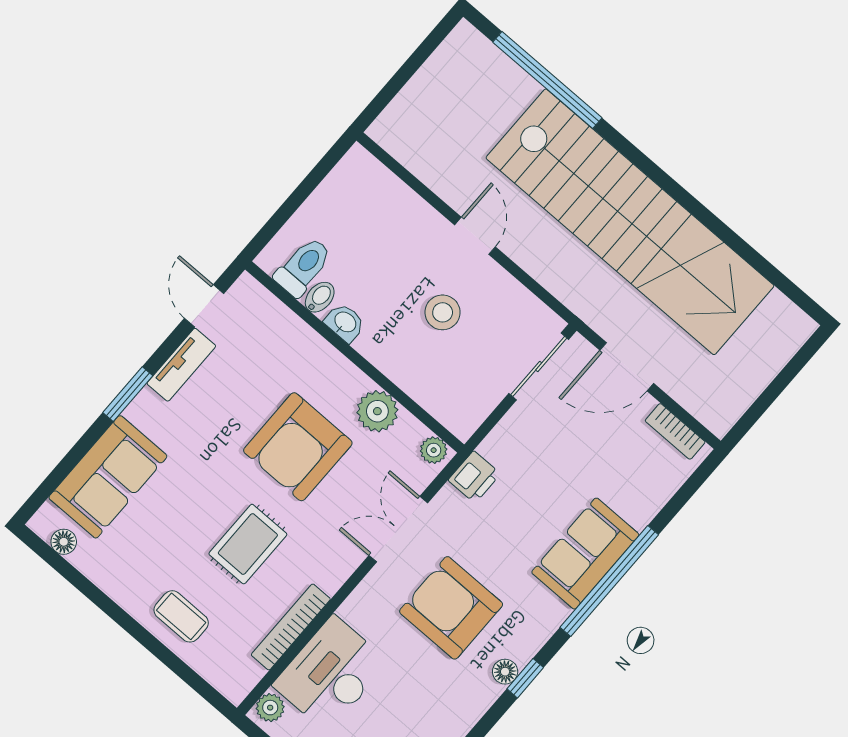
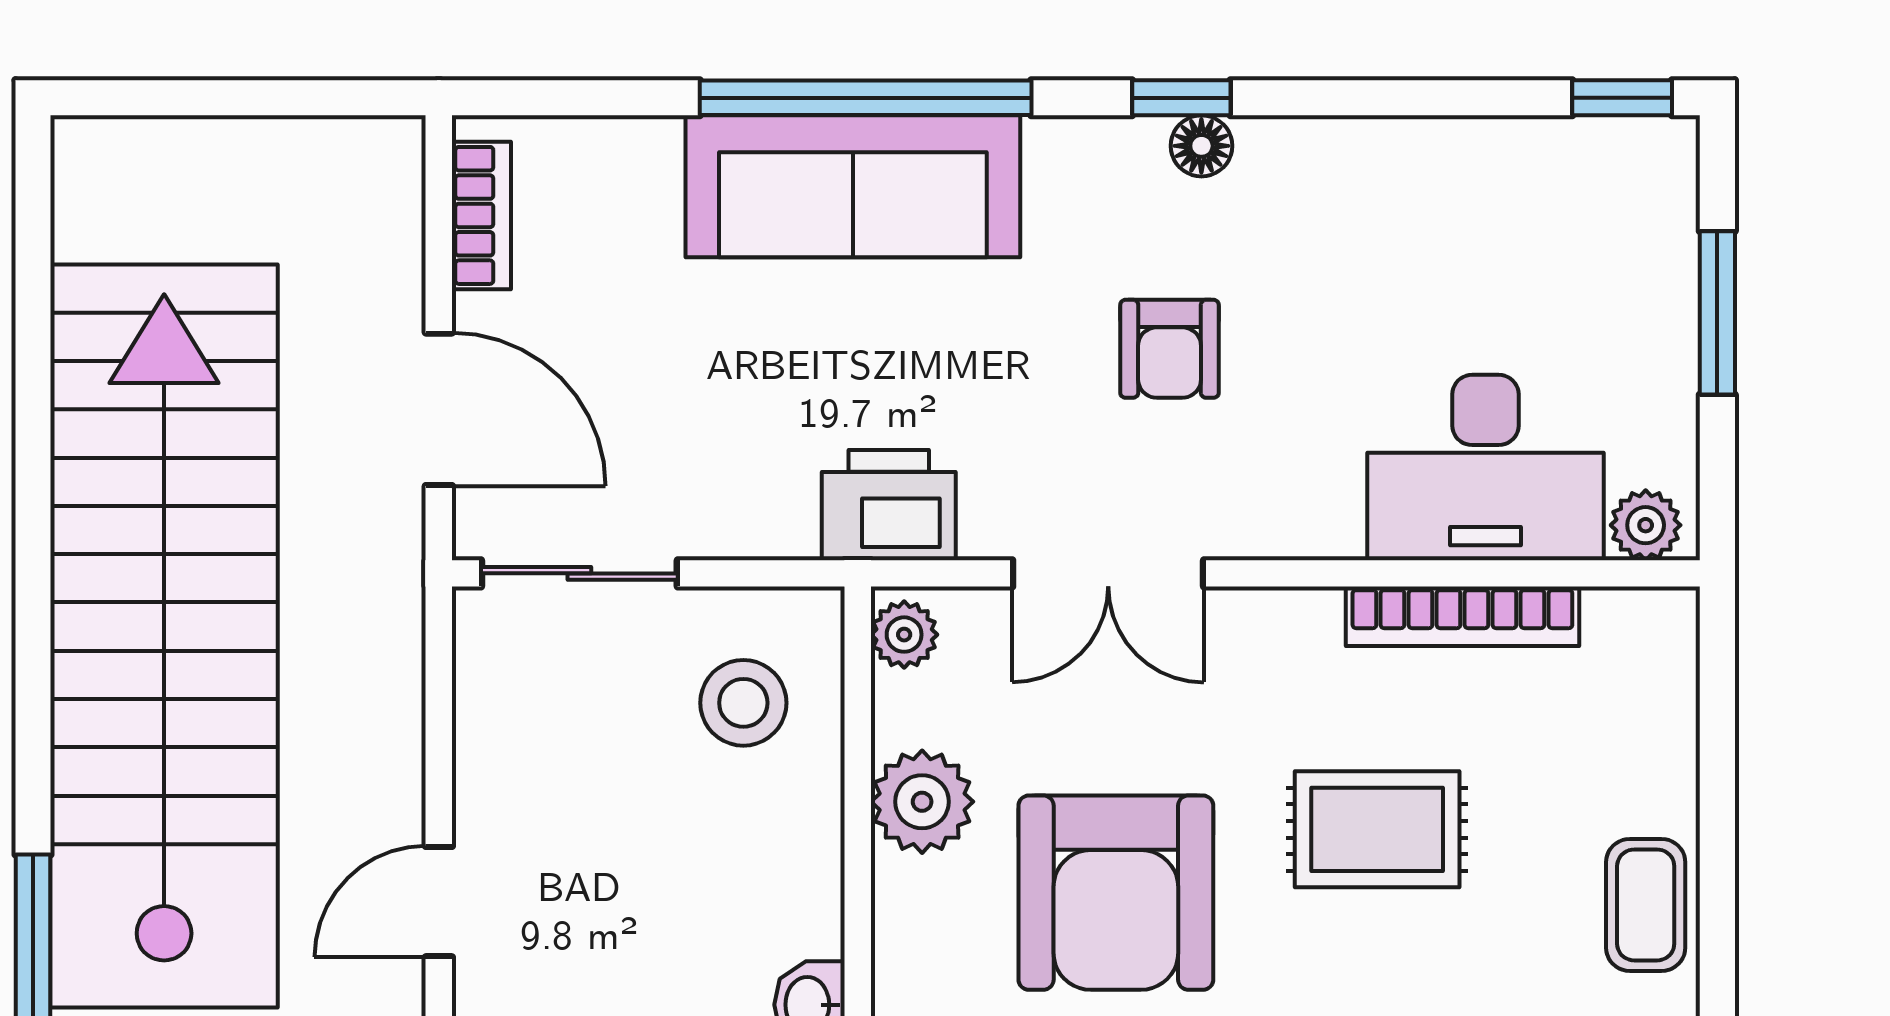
stool: (443, 312) -> (743, 703), moved
armchair: (298, 447) -> (1116, 893), turned 90
printer: (474, 477) -> (889, 505), width x1.36, depth x1.24
sofa: (585, 554) -> (853, 186), width x1.36
armchair: (451, 608) -> (1170, 349), width x0.53, depth x0.53
coffee table: (181, 616) -> (1646, 905), moved

